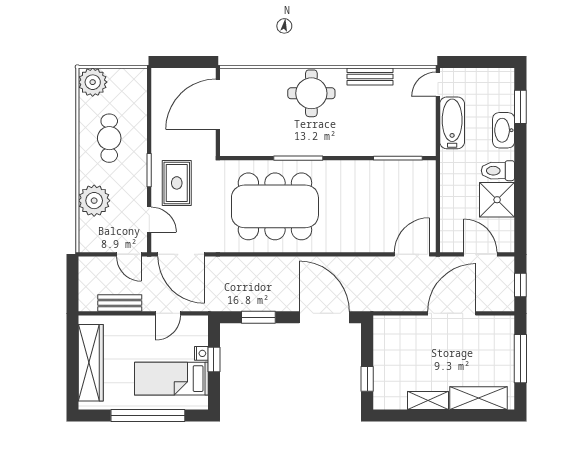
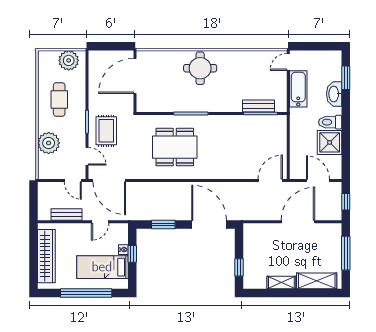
bench: (370, 77) -> (258, 106), moved
plant: (93, 82) -> (69, 60), moved
dining table: (275, 206) -> (175, 147), width x0.73, depth x0.80

